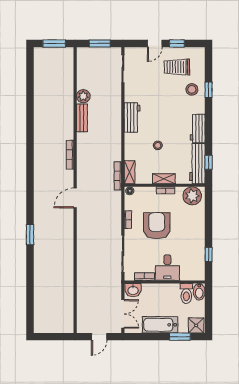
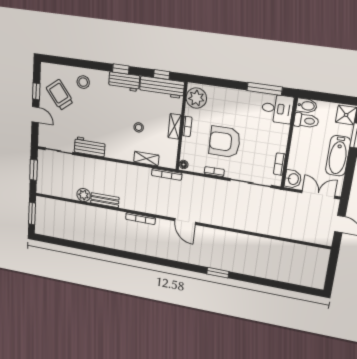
trolley: (177, 67) -> (60, 95), turned 142
window: (209, 90) -> (121, 69), moved
workbench: (132, 118) -> (90, 147), moved
shelving: (130, 172) -> (146, 159), moved
window: (209, 254) -> (265, 89), width x2.17
desk: (167, 268) -> (277, 109), moved

